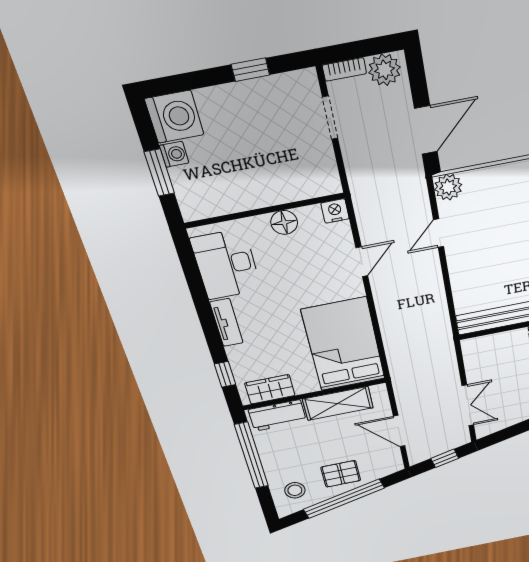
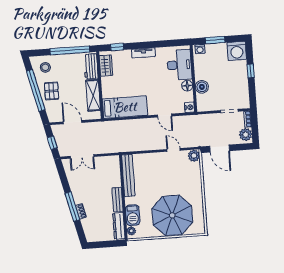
window: (250, 70) -> (251, 71), moved
washing machine: (174, 154) -> (200, 49), moved
boiler: (281, 189) -> (202, 87), added
desk: (226, 264) -> (179, 65), moved, turned 90
bed: (344, 345) -> (125, 107), width x0.67
door: (399, 431) -> (72, 122), hinge flipped

